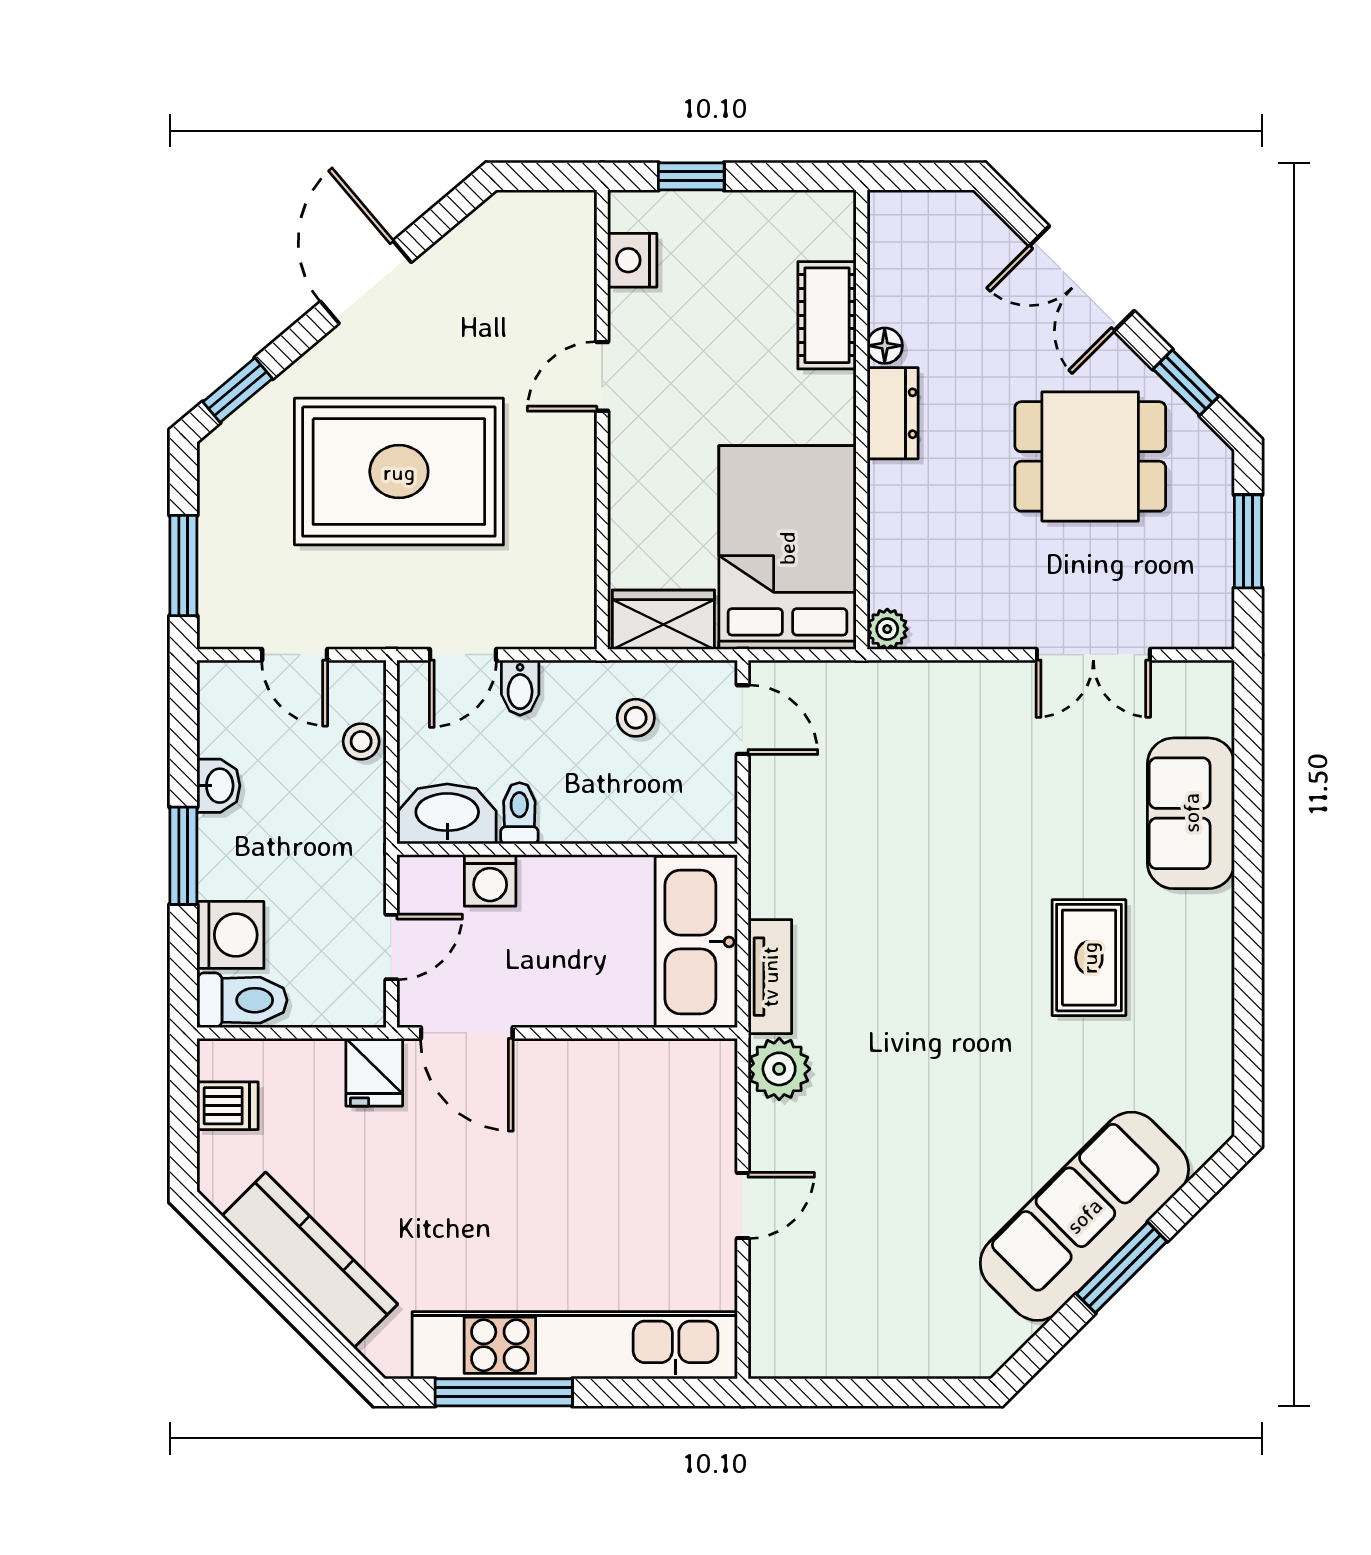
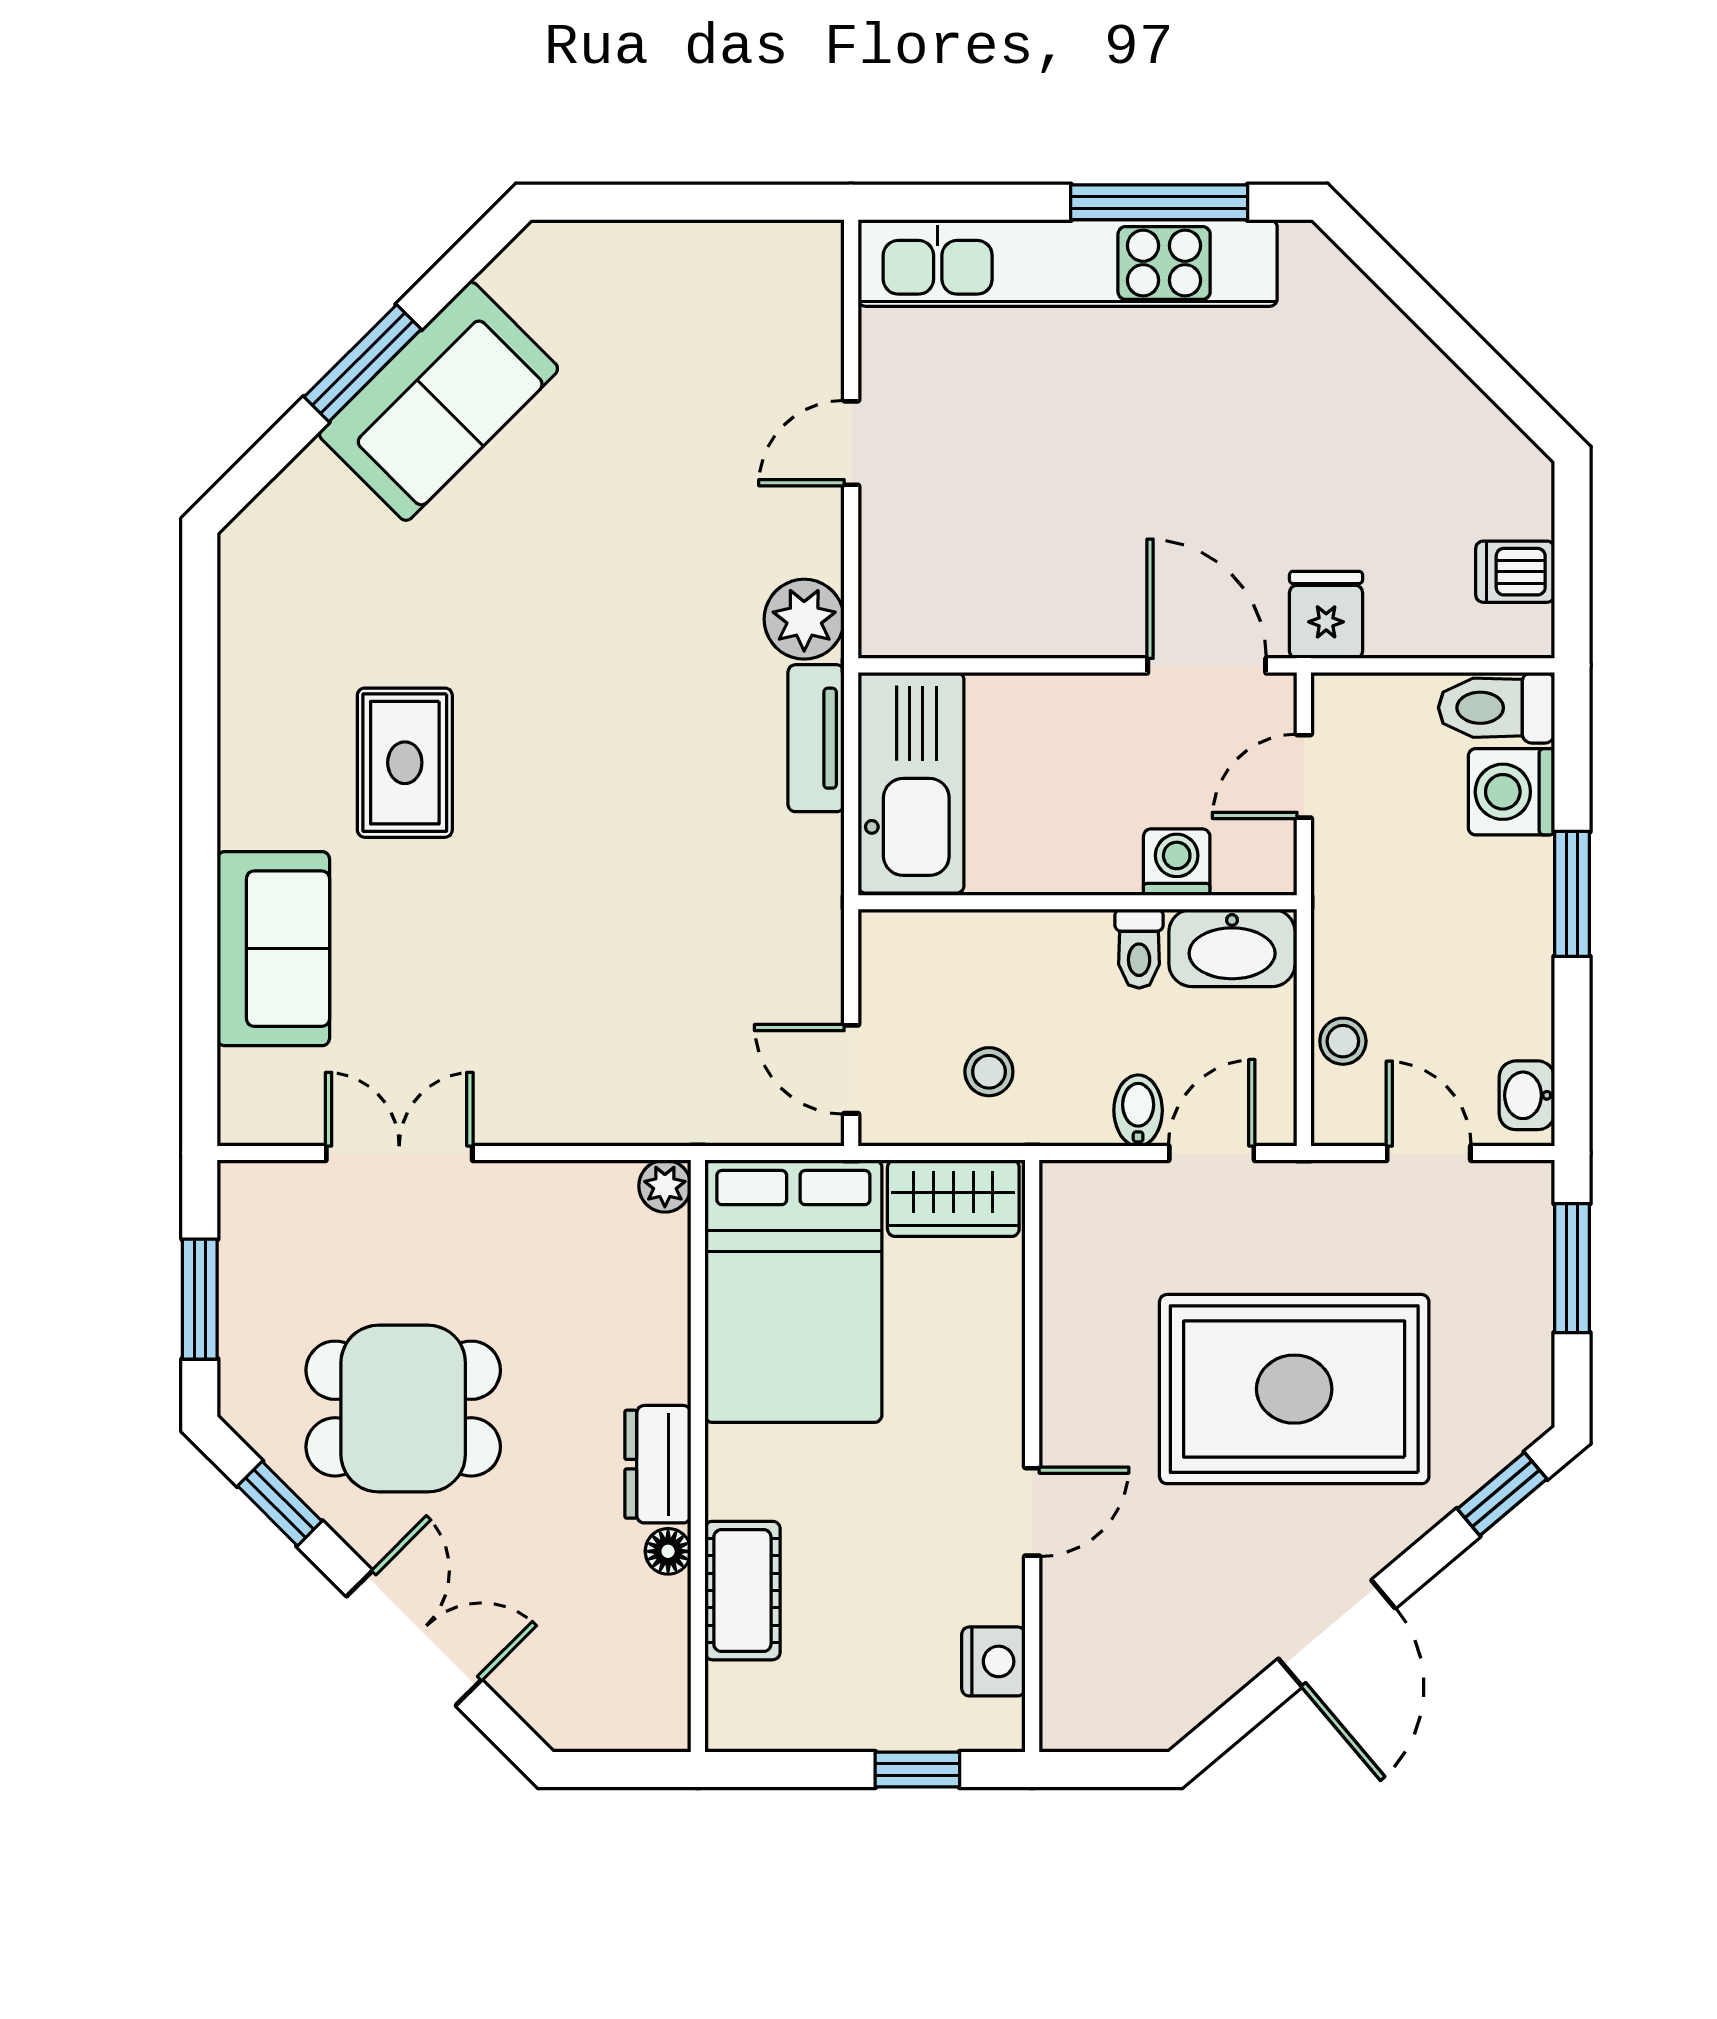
washbasin: (218, 786) -> (1527, 1095), moved
sofa: (1084, 1216) -> (439, 401), width x0.73
kitchen counter: (310, 1260) -> (1409, 373), removed

